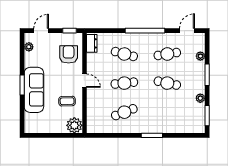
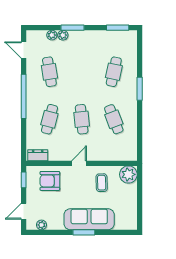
door: (41, 31) -> (24, 211), hinge flipped
cafe table: (167, 83) -> (114, 72), moved
plant: (200, 98) -> (63, 35), moved

